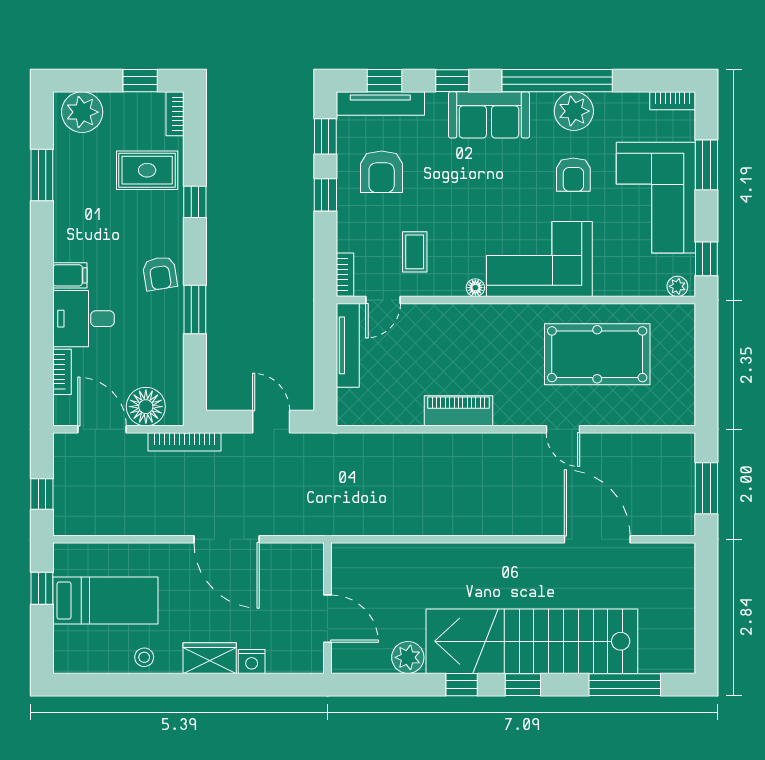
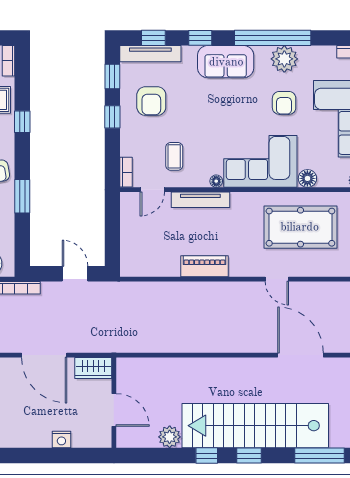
floor lamp: (607, 284) -> (307, 178), added
tv unit: (348, 345) -> (200, 200), moved, turned 90
wardrobe: (210, 658) -> (93, 368), moved, turned 180

